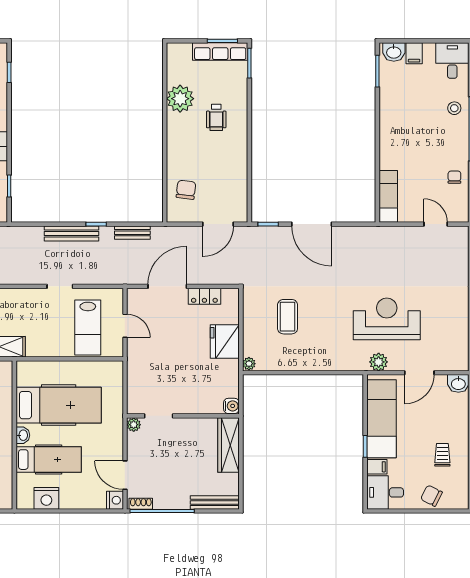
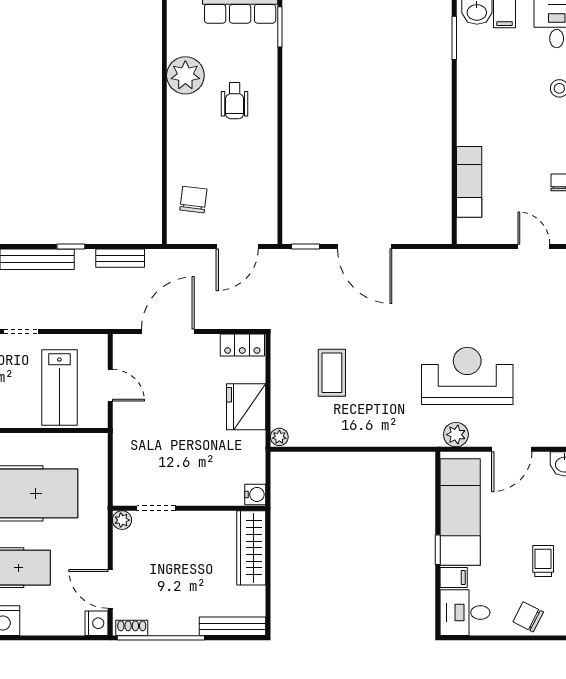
exam couch: (388, 196) -> (469, 182), moved
locker: (204, 296) -> (242, 345), moved

